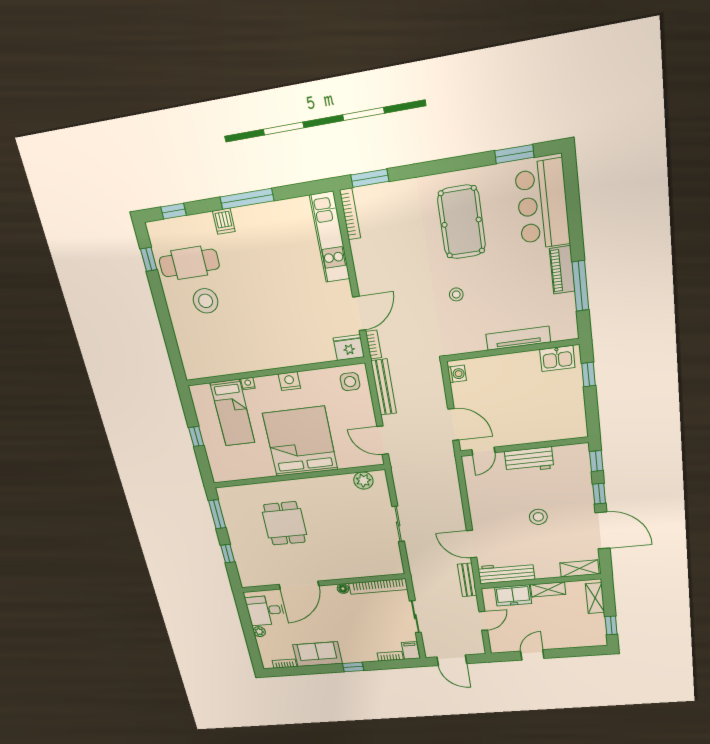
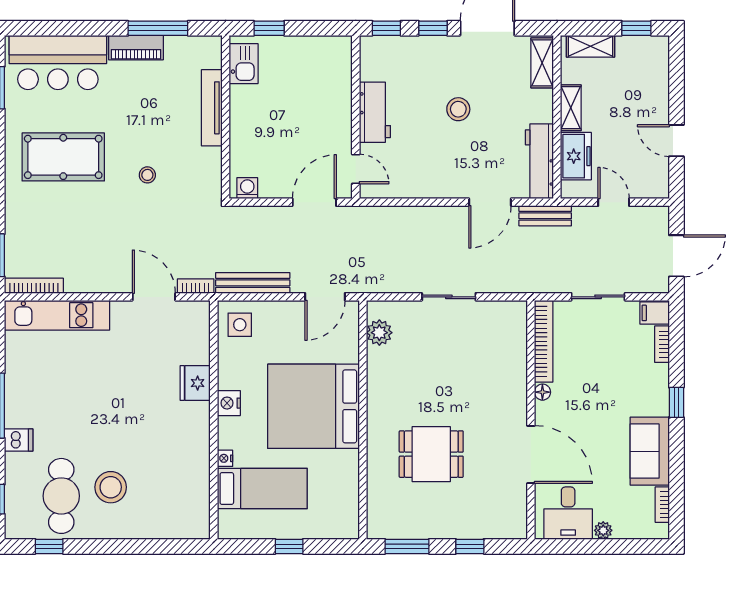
fridge: (349, 348) -> (195, 383), moved

